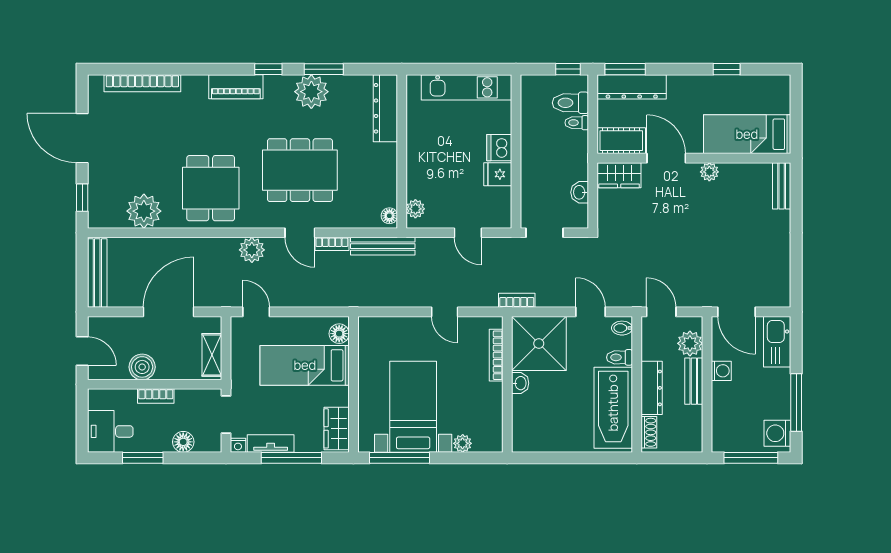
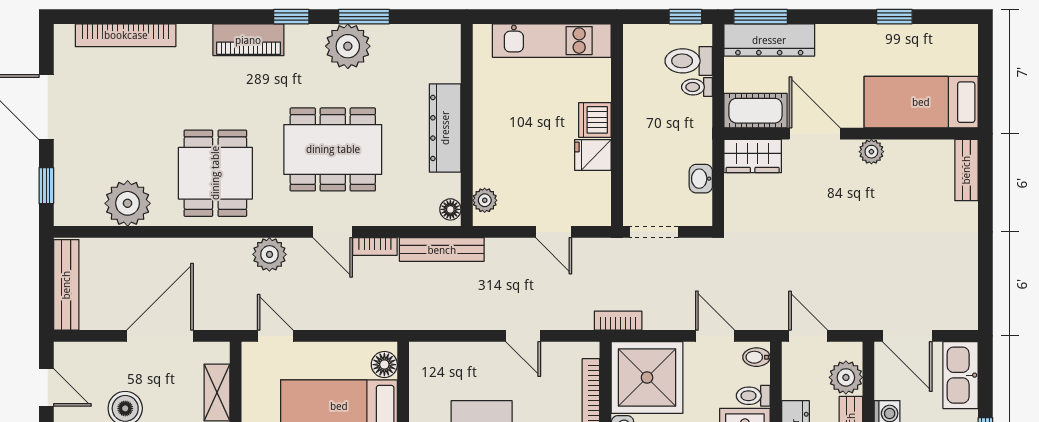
dresser: (385, 108) -> (445, 128), moved

